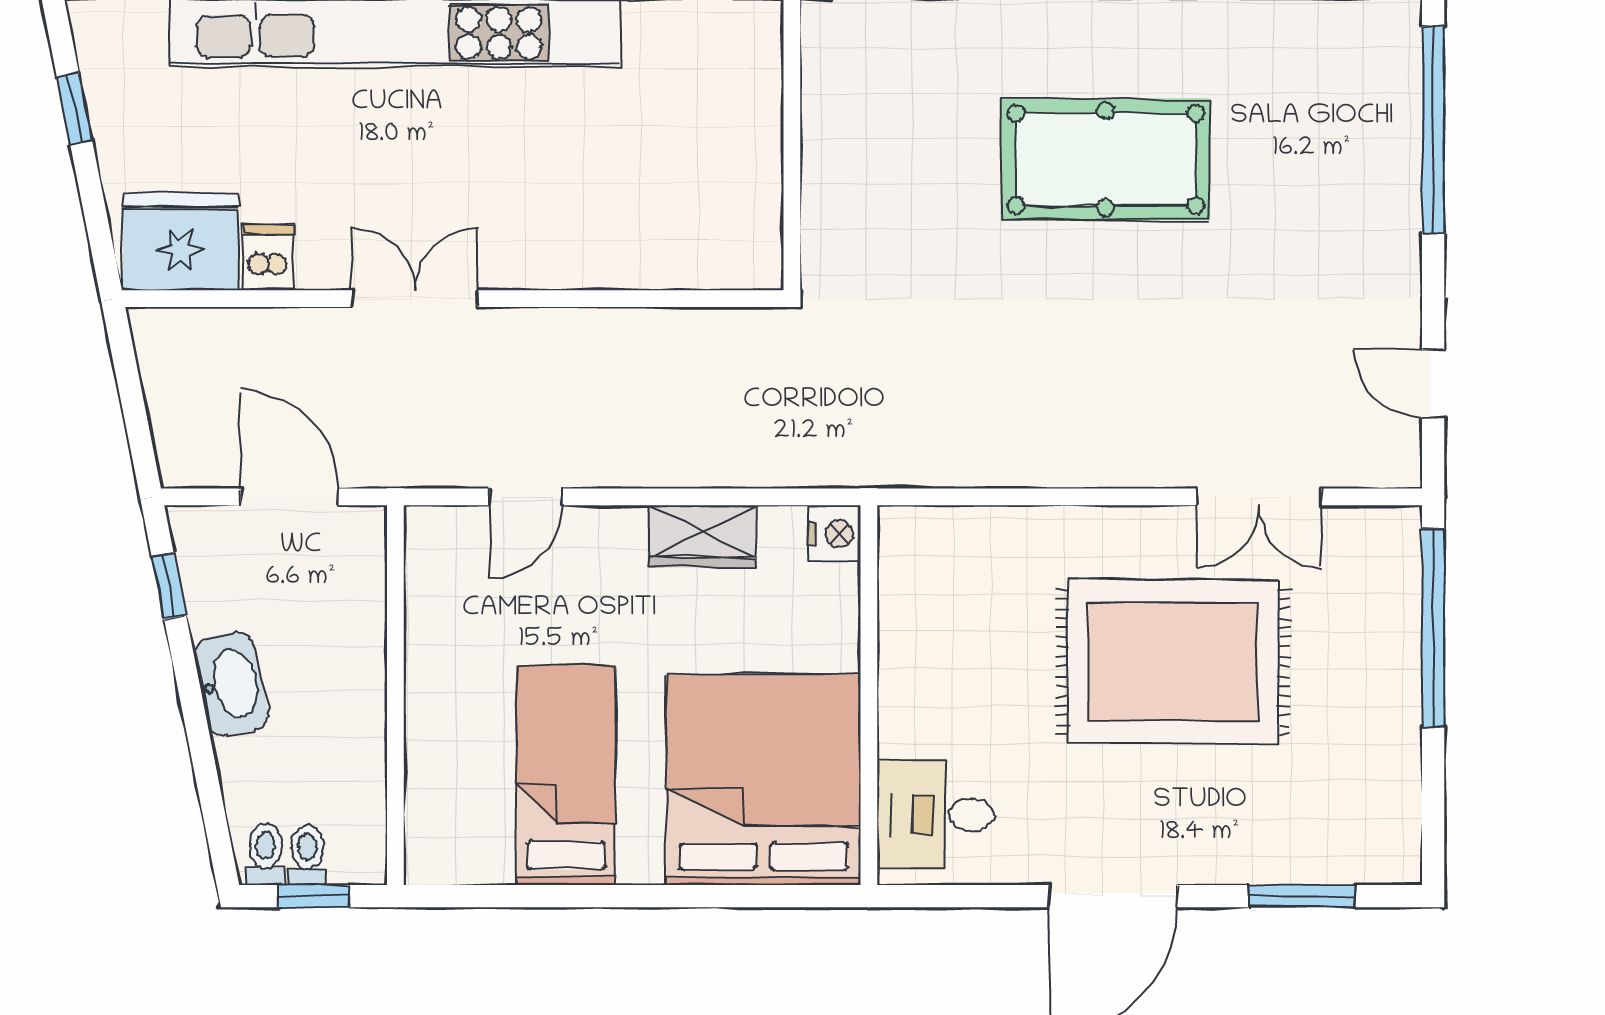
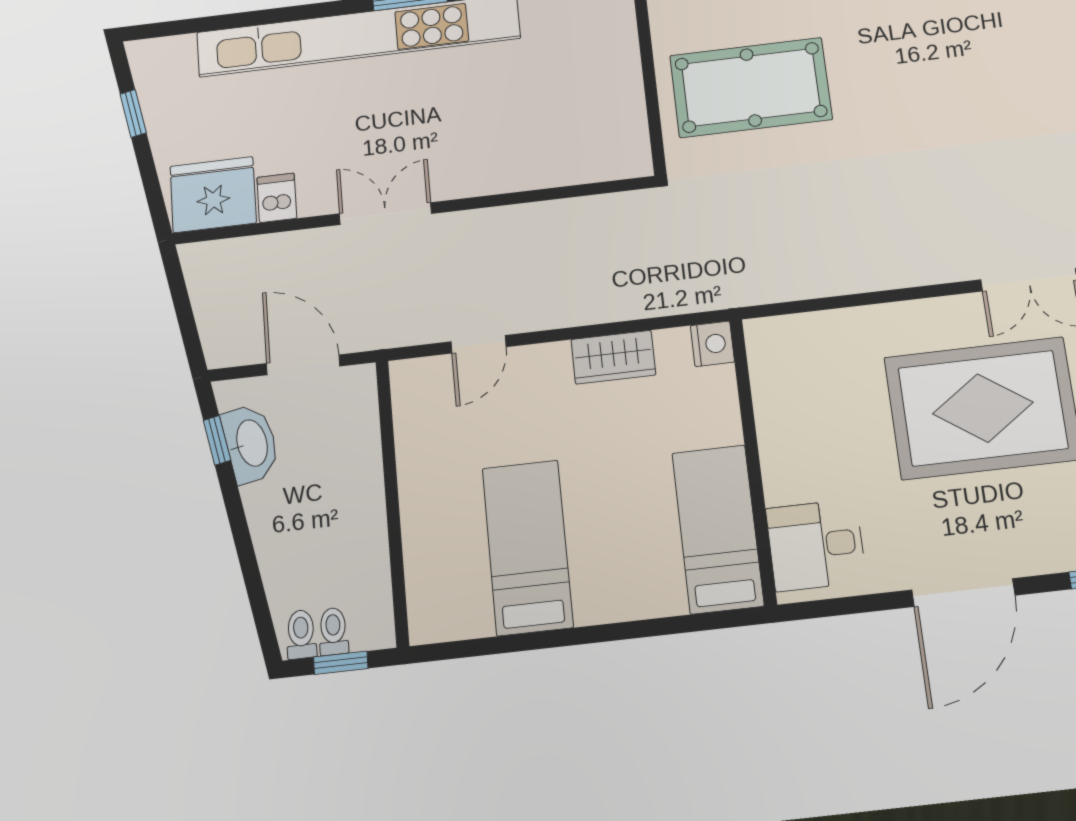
pool table: (1106, 159) -> (751, 87), moved
washbasin: (231, 684) -> (251, 443), moved
bed: (764, 780) -> (718, 529), width x0.49

